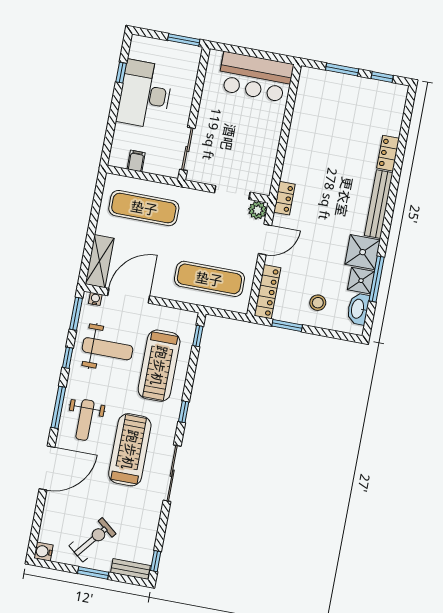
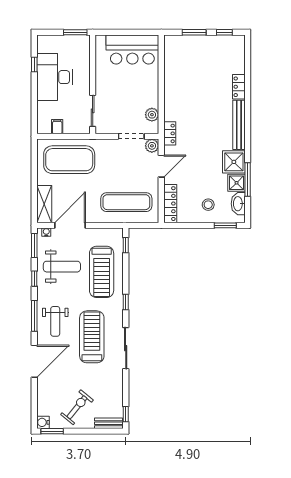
plant: (265, 169) -> (152, 115), added
exercise mat: (144, 208) -> (69, 160), width x1.47
window: (287, 325) -> (225, 225), moved
window: (93, 573) -> (52, 431), moved

